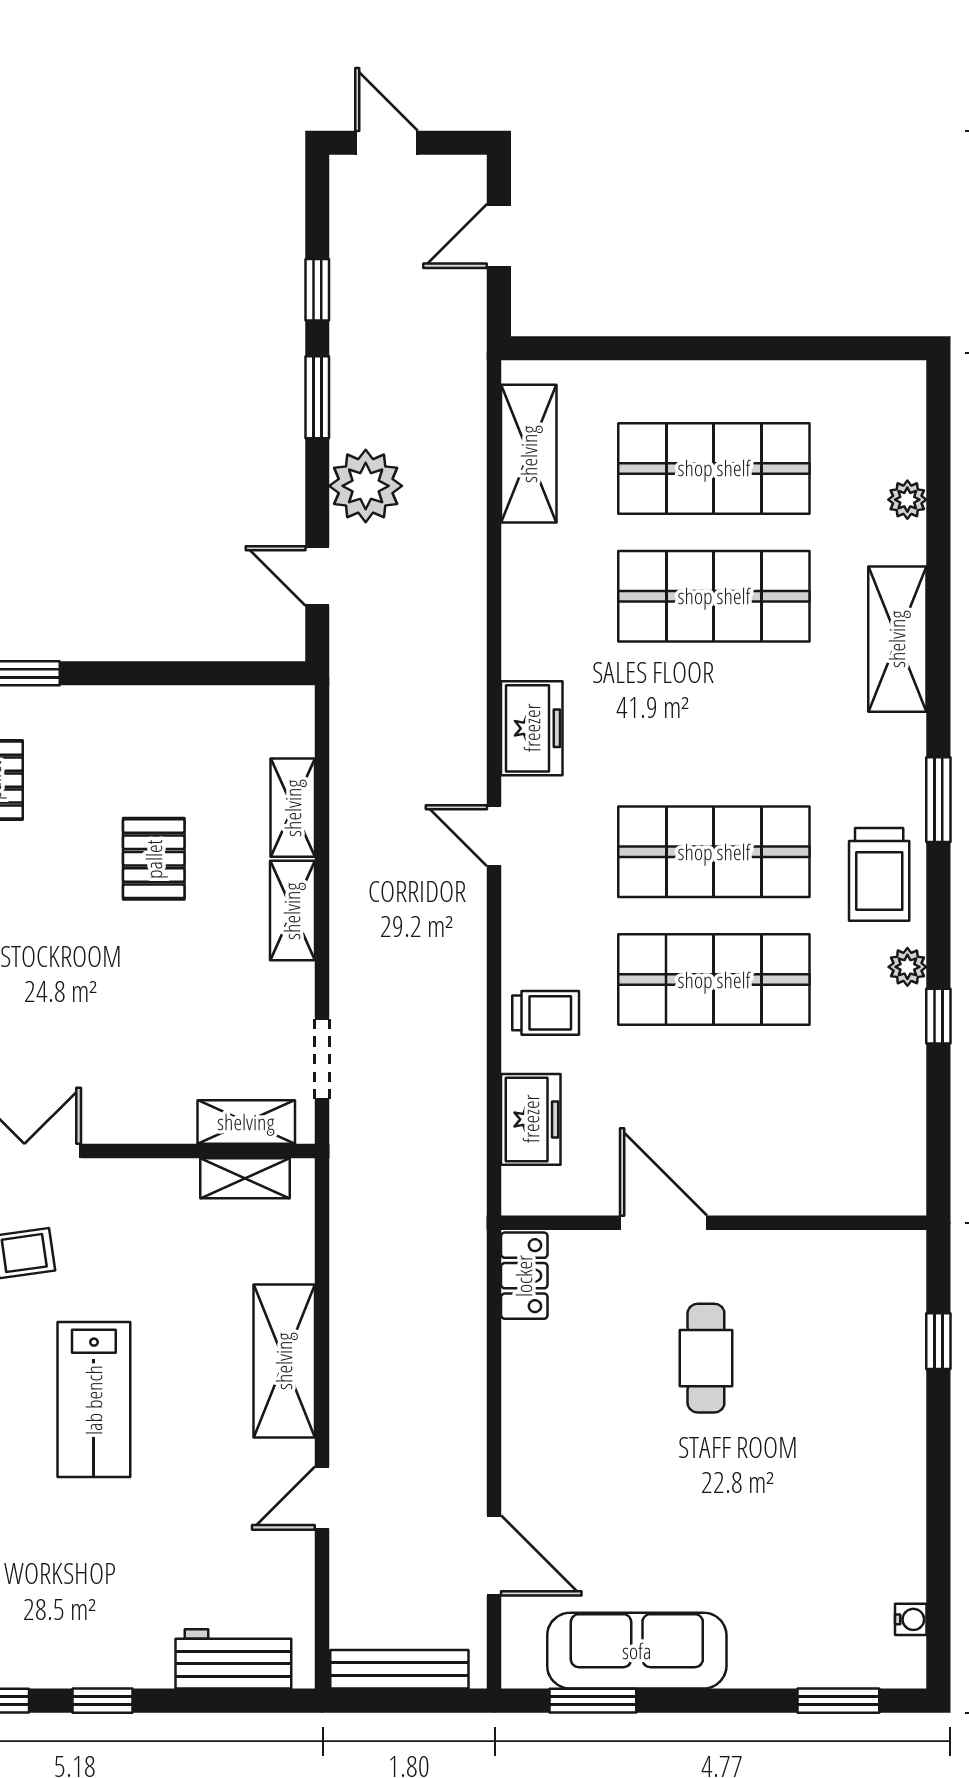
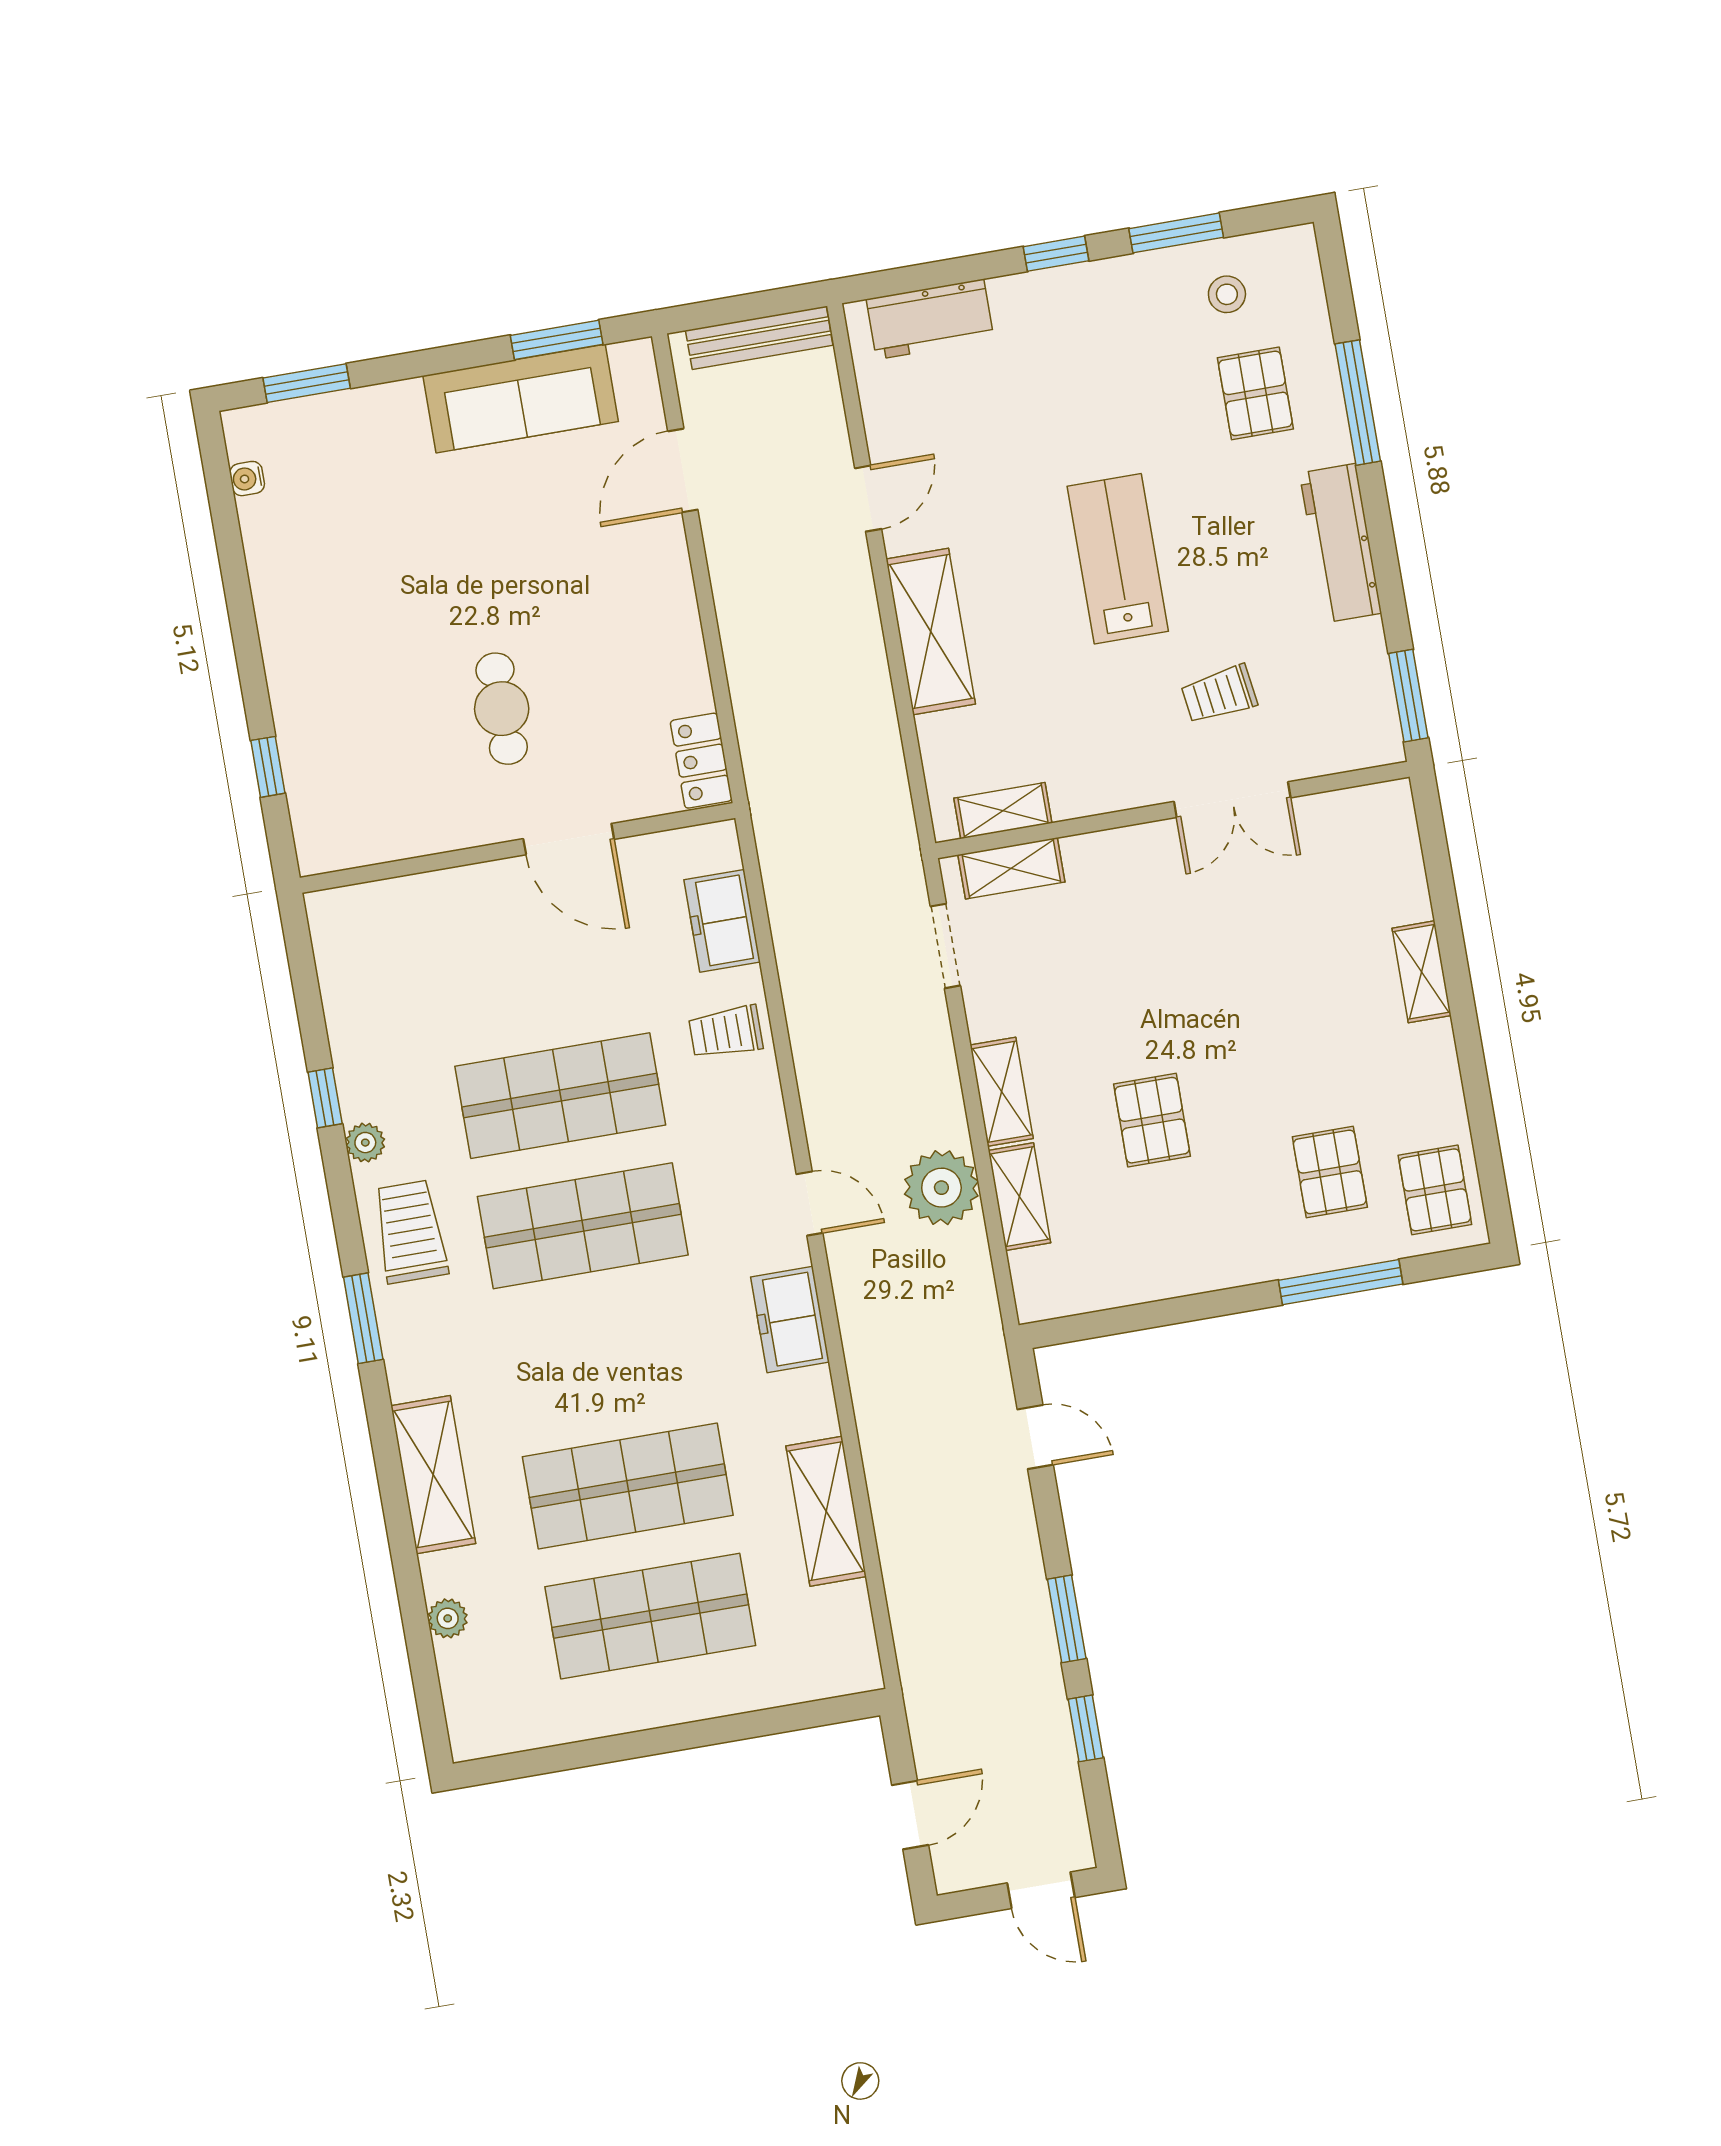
shelving: (529, 454) -> (826, 1511), moved
plant: (366, 486) -> (941, 1188), moved
door: (494, 1555) -> (683, 470), hinge flipped

